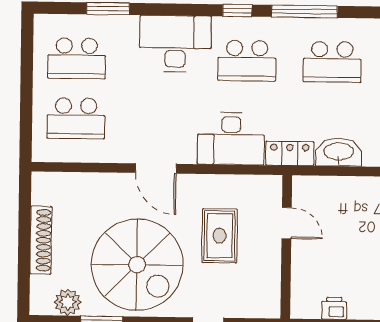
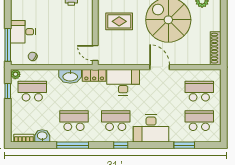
window: (305, 11) -> (73, 145), moved
door: (287, 223) -> (95, 53), moved
rug: (220, 236) -> (119, 21), moved, turned 90
shoe rack: (41, 240) -> (216, 48), moved

